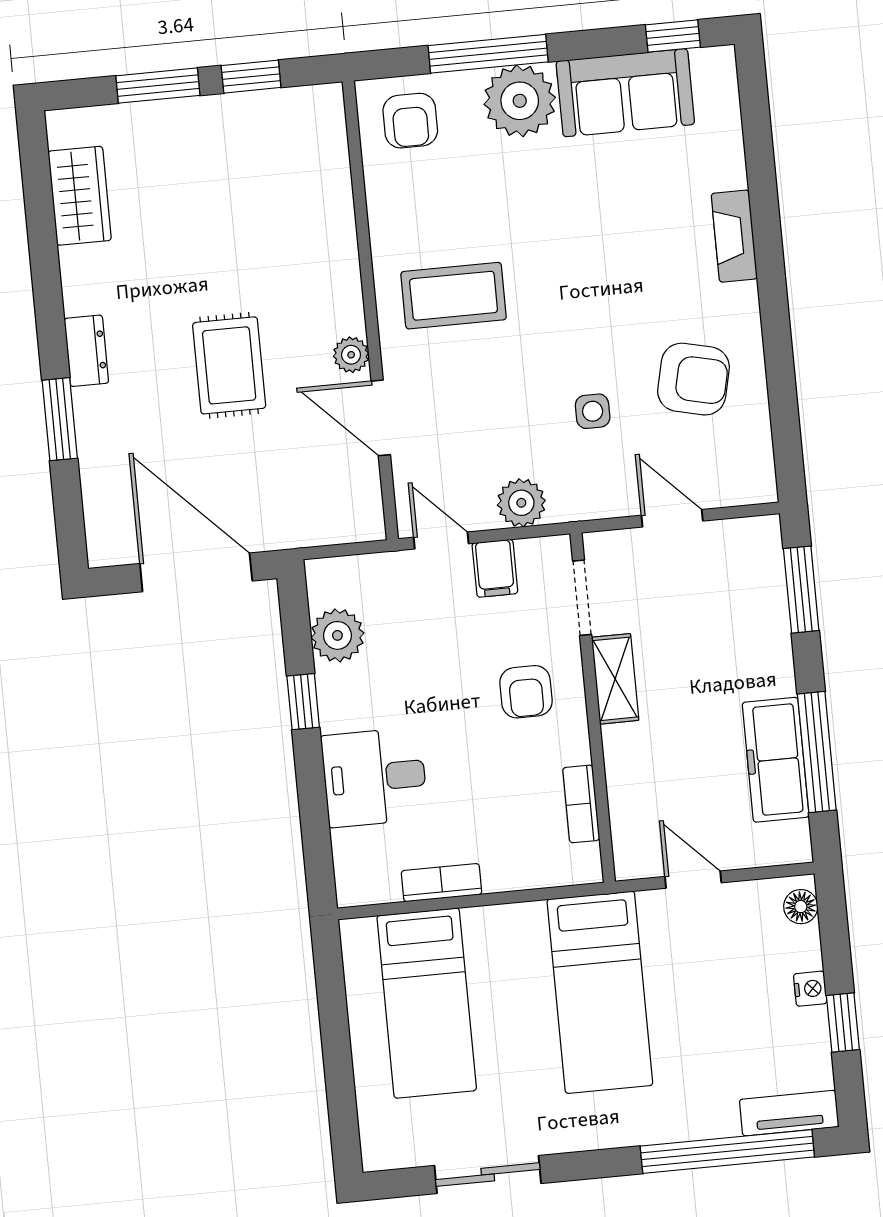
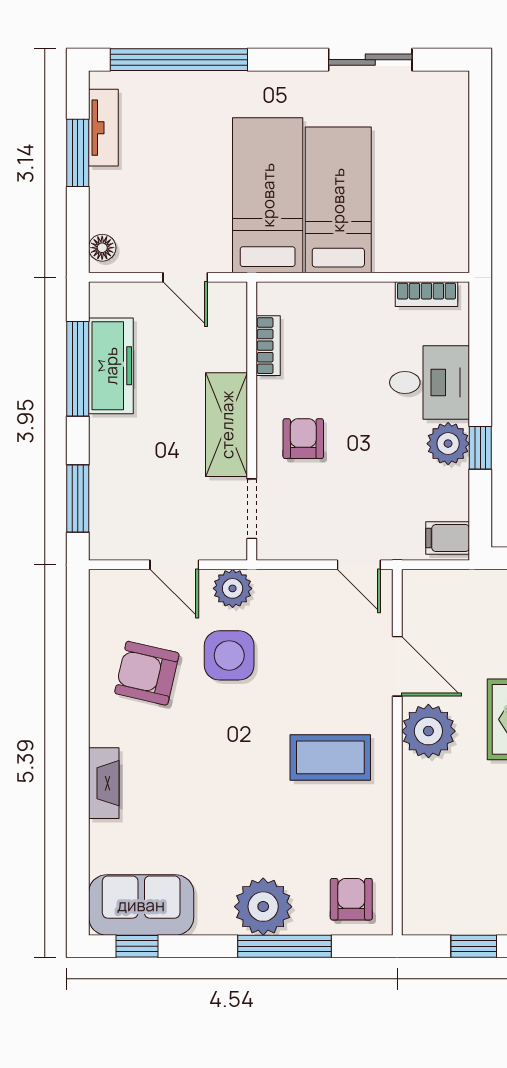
sofa: (625, 93) -> (141, 905), moved
plant: (351, 355) -> (428, 731), width x1.88, depth x1.88
side table: (593, 411) -> (229, 655), width x1.87, depth x1.87
plant: (521, 503) -> (233, 588), moved
filing cabinet: (495, 568) -> (448, 538), moved, turned -90
plant: (337, 635) -> (448, 444), moved
shelving: (615, 679) -> (227, 425), width x1.50, depth x1.33
bookcase: (441, 883) -> (426, 294), moved
nightstand: (810, 989) -> (101, 182), removed
bed: (427, 1003) -> (338, 200), moved
window: (843, 1022) -> (78, 153), width x1.50
tv unit: (789, 1113) -> (103, 128), moved, turned -90

